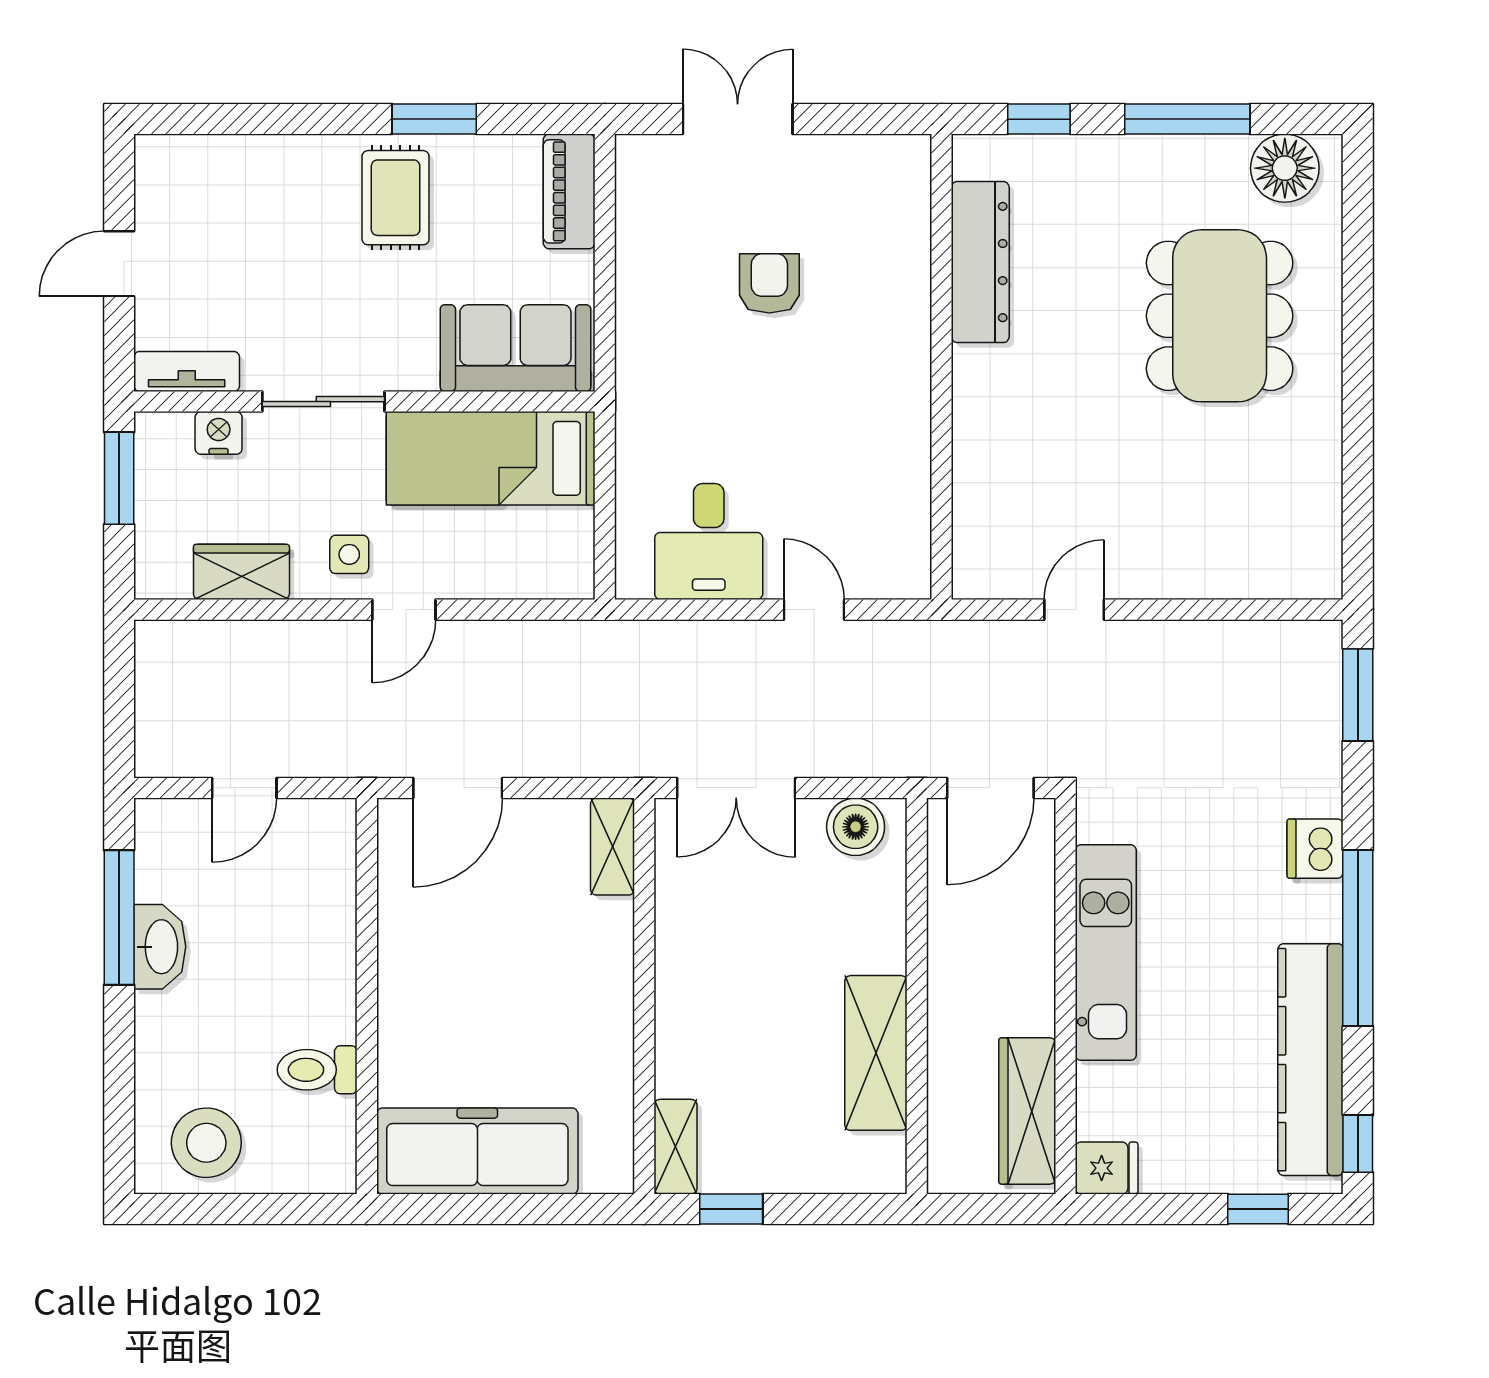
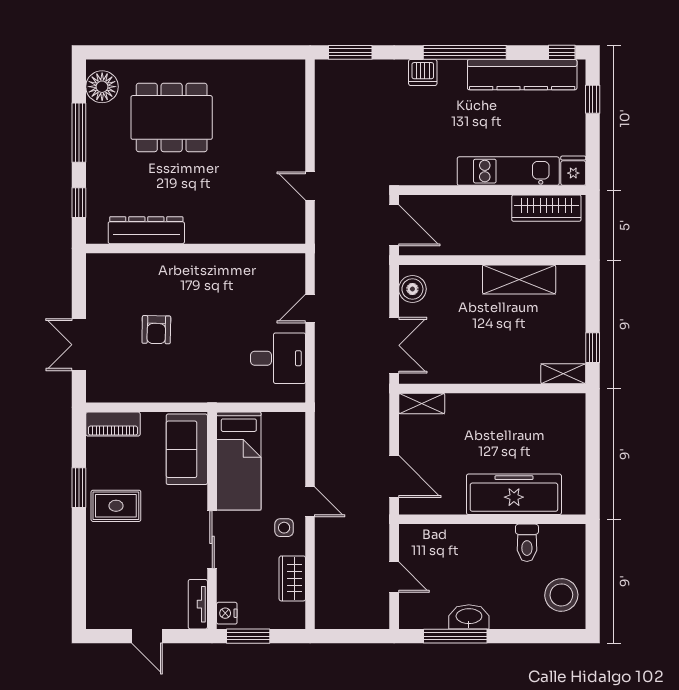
armchair: (769, 283) -> (156, 330), turned -89
nightstand: (219, 433) -> (227, 613), moved
kitchen unit: (1106, 953) -> (508, 171), moved
freezer: (477, 1151) -> (514, 494), moved, turned 90

